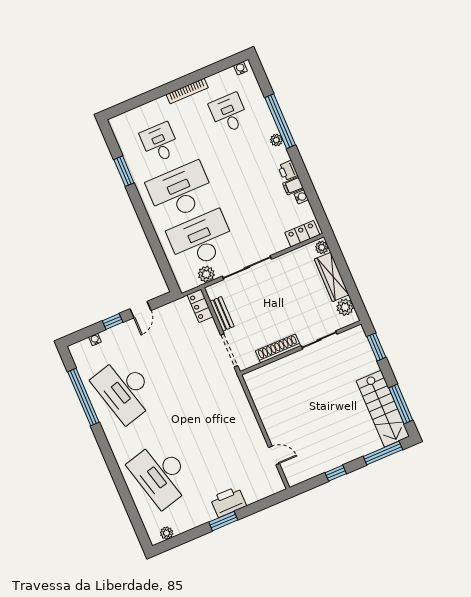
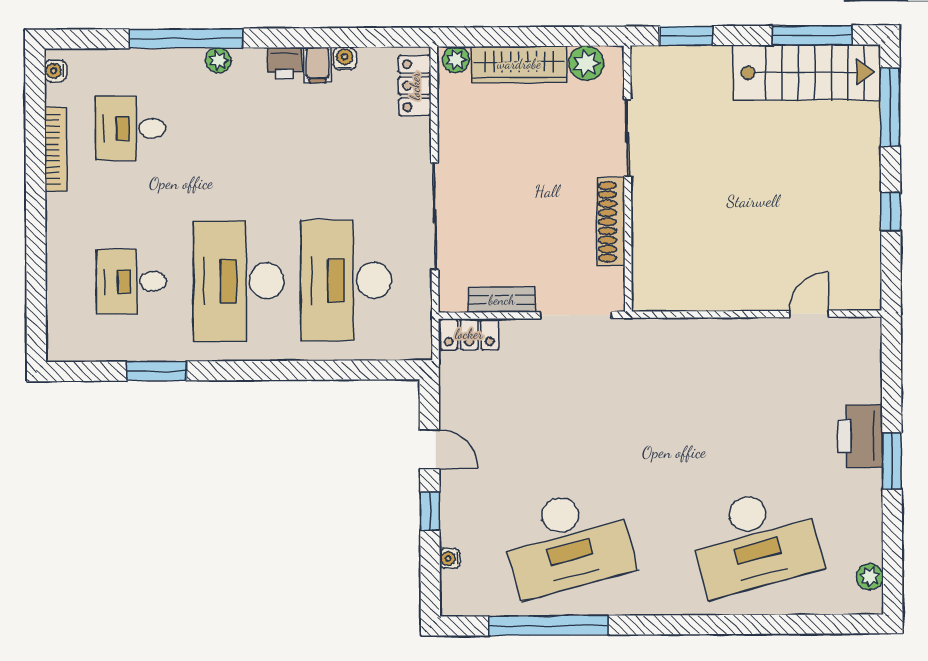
bookcase: (187, 91) -> (56, 149), moved
plant: (206, 274) -> (415, 298), removed

